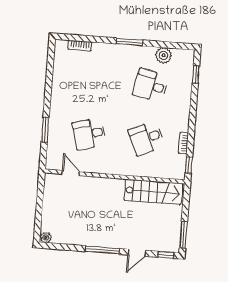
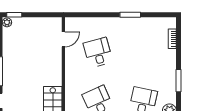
window: (45, 130) -> (130, 15), moved
window: (38, 228) -> (14, 15), added

